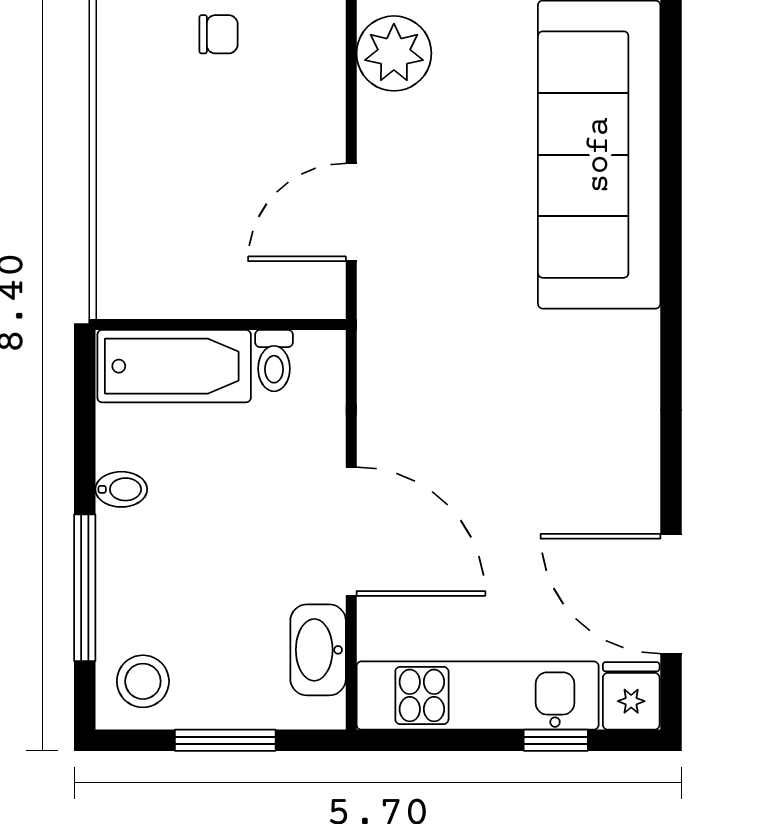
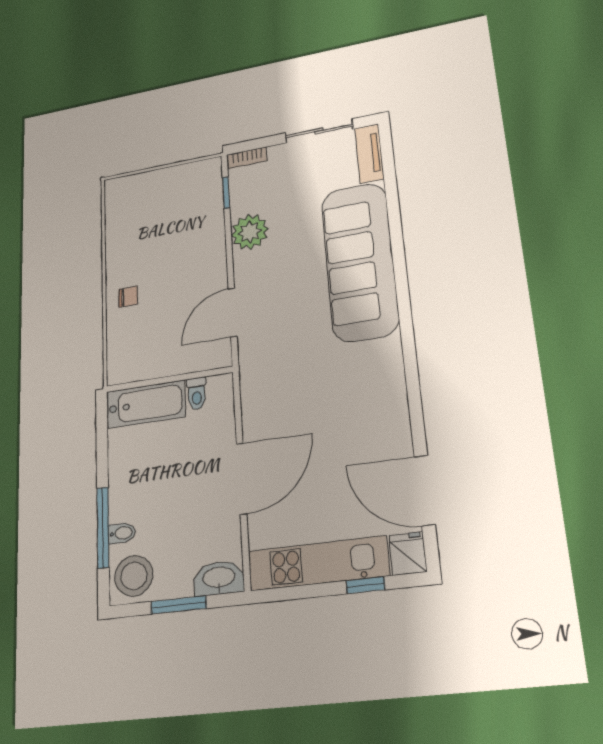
chair: (219, 34) -> (128, 297), moved
bidet: (121, 489) -> (122, 533), moved
door: (351, 531) -> (242, 479), hinge flipped
washbasin: (318, 650) -> (219, 578), moved, turned 90
stool: (143, 681) -> (134, 576), width x1.38, depth x1.38

